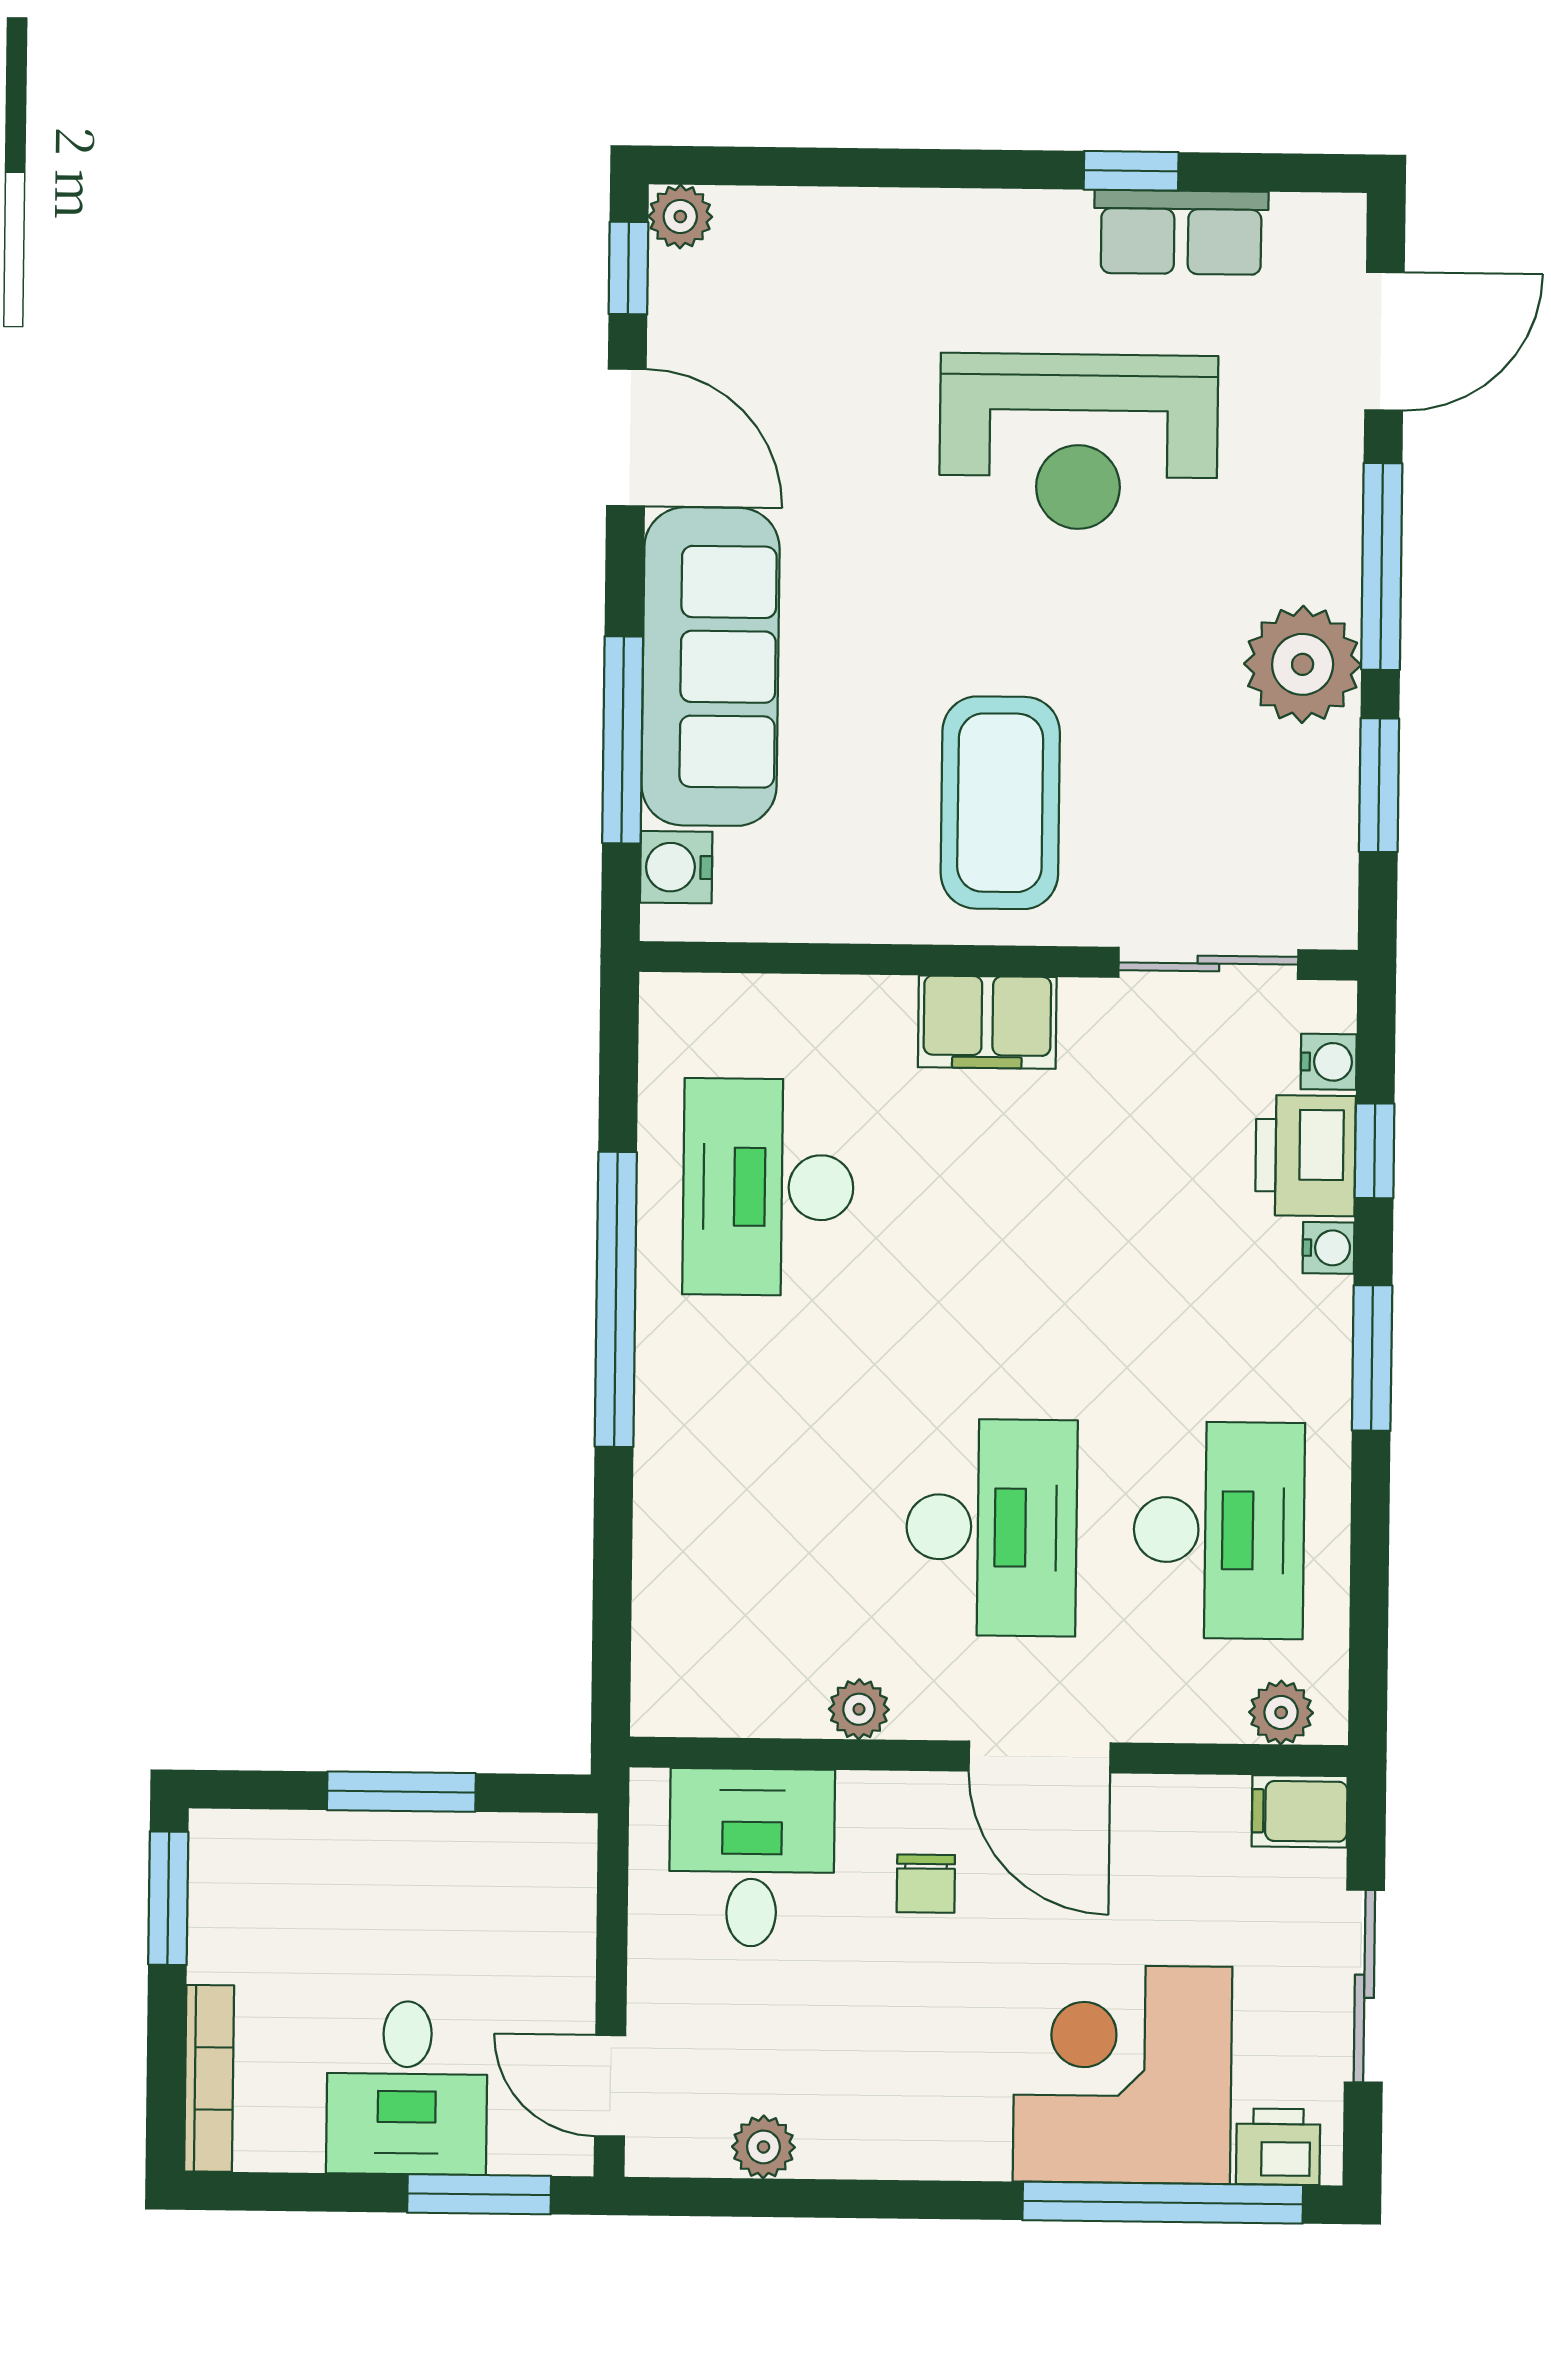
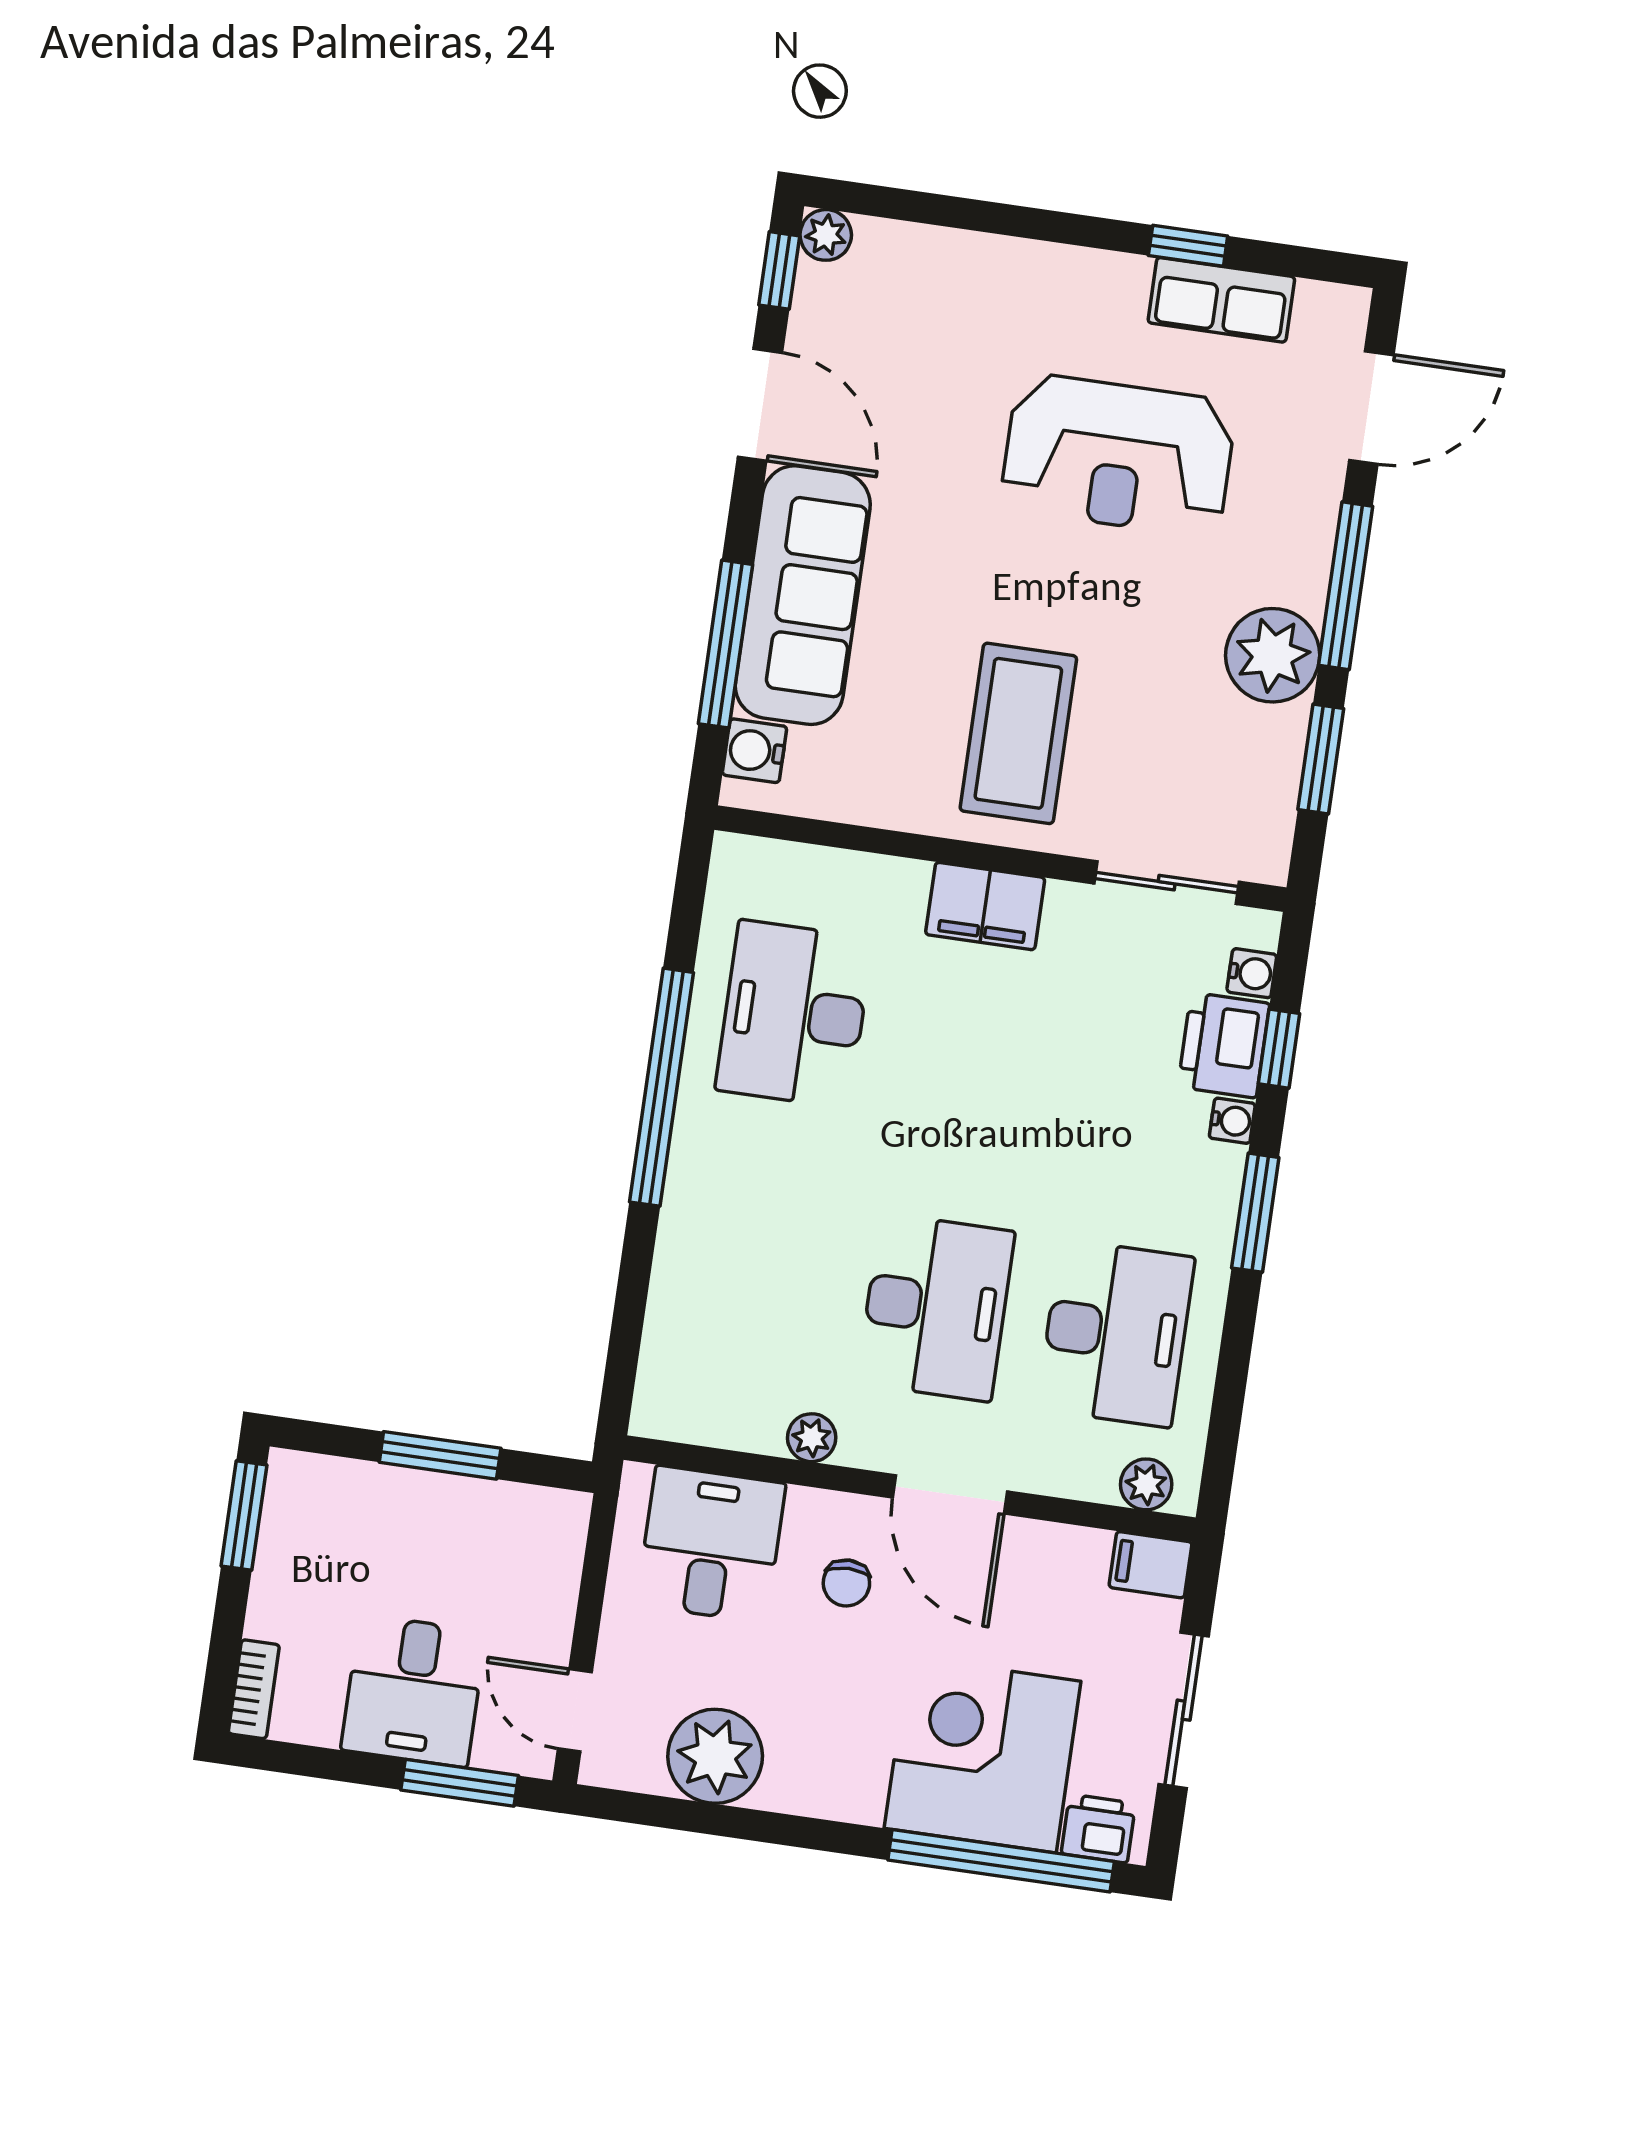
bookcase: (209, 2078) -> (254, 1689), width x0.64
plant: (763, 2147) -> (715, 1756), width x1.88, depth x1.88

